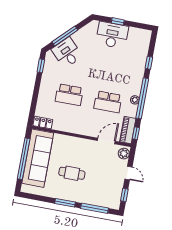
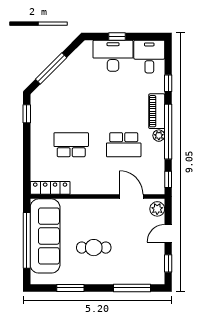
desk: (67, 53) -> (149, 57), moved, turned 45
school desk: (69, 95) -> (71, 145), turned 180
locker: (43, 123) -> (50, 188), width x1.53
piano: (128, 130) -> (157, 111), moved
door: (106, 141) -> (131, 197), hinge flipped
door: (128, 173) -> (168, 233), swing flipped
window: (65, 203) -> (70, 288), moved

